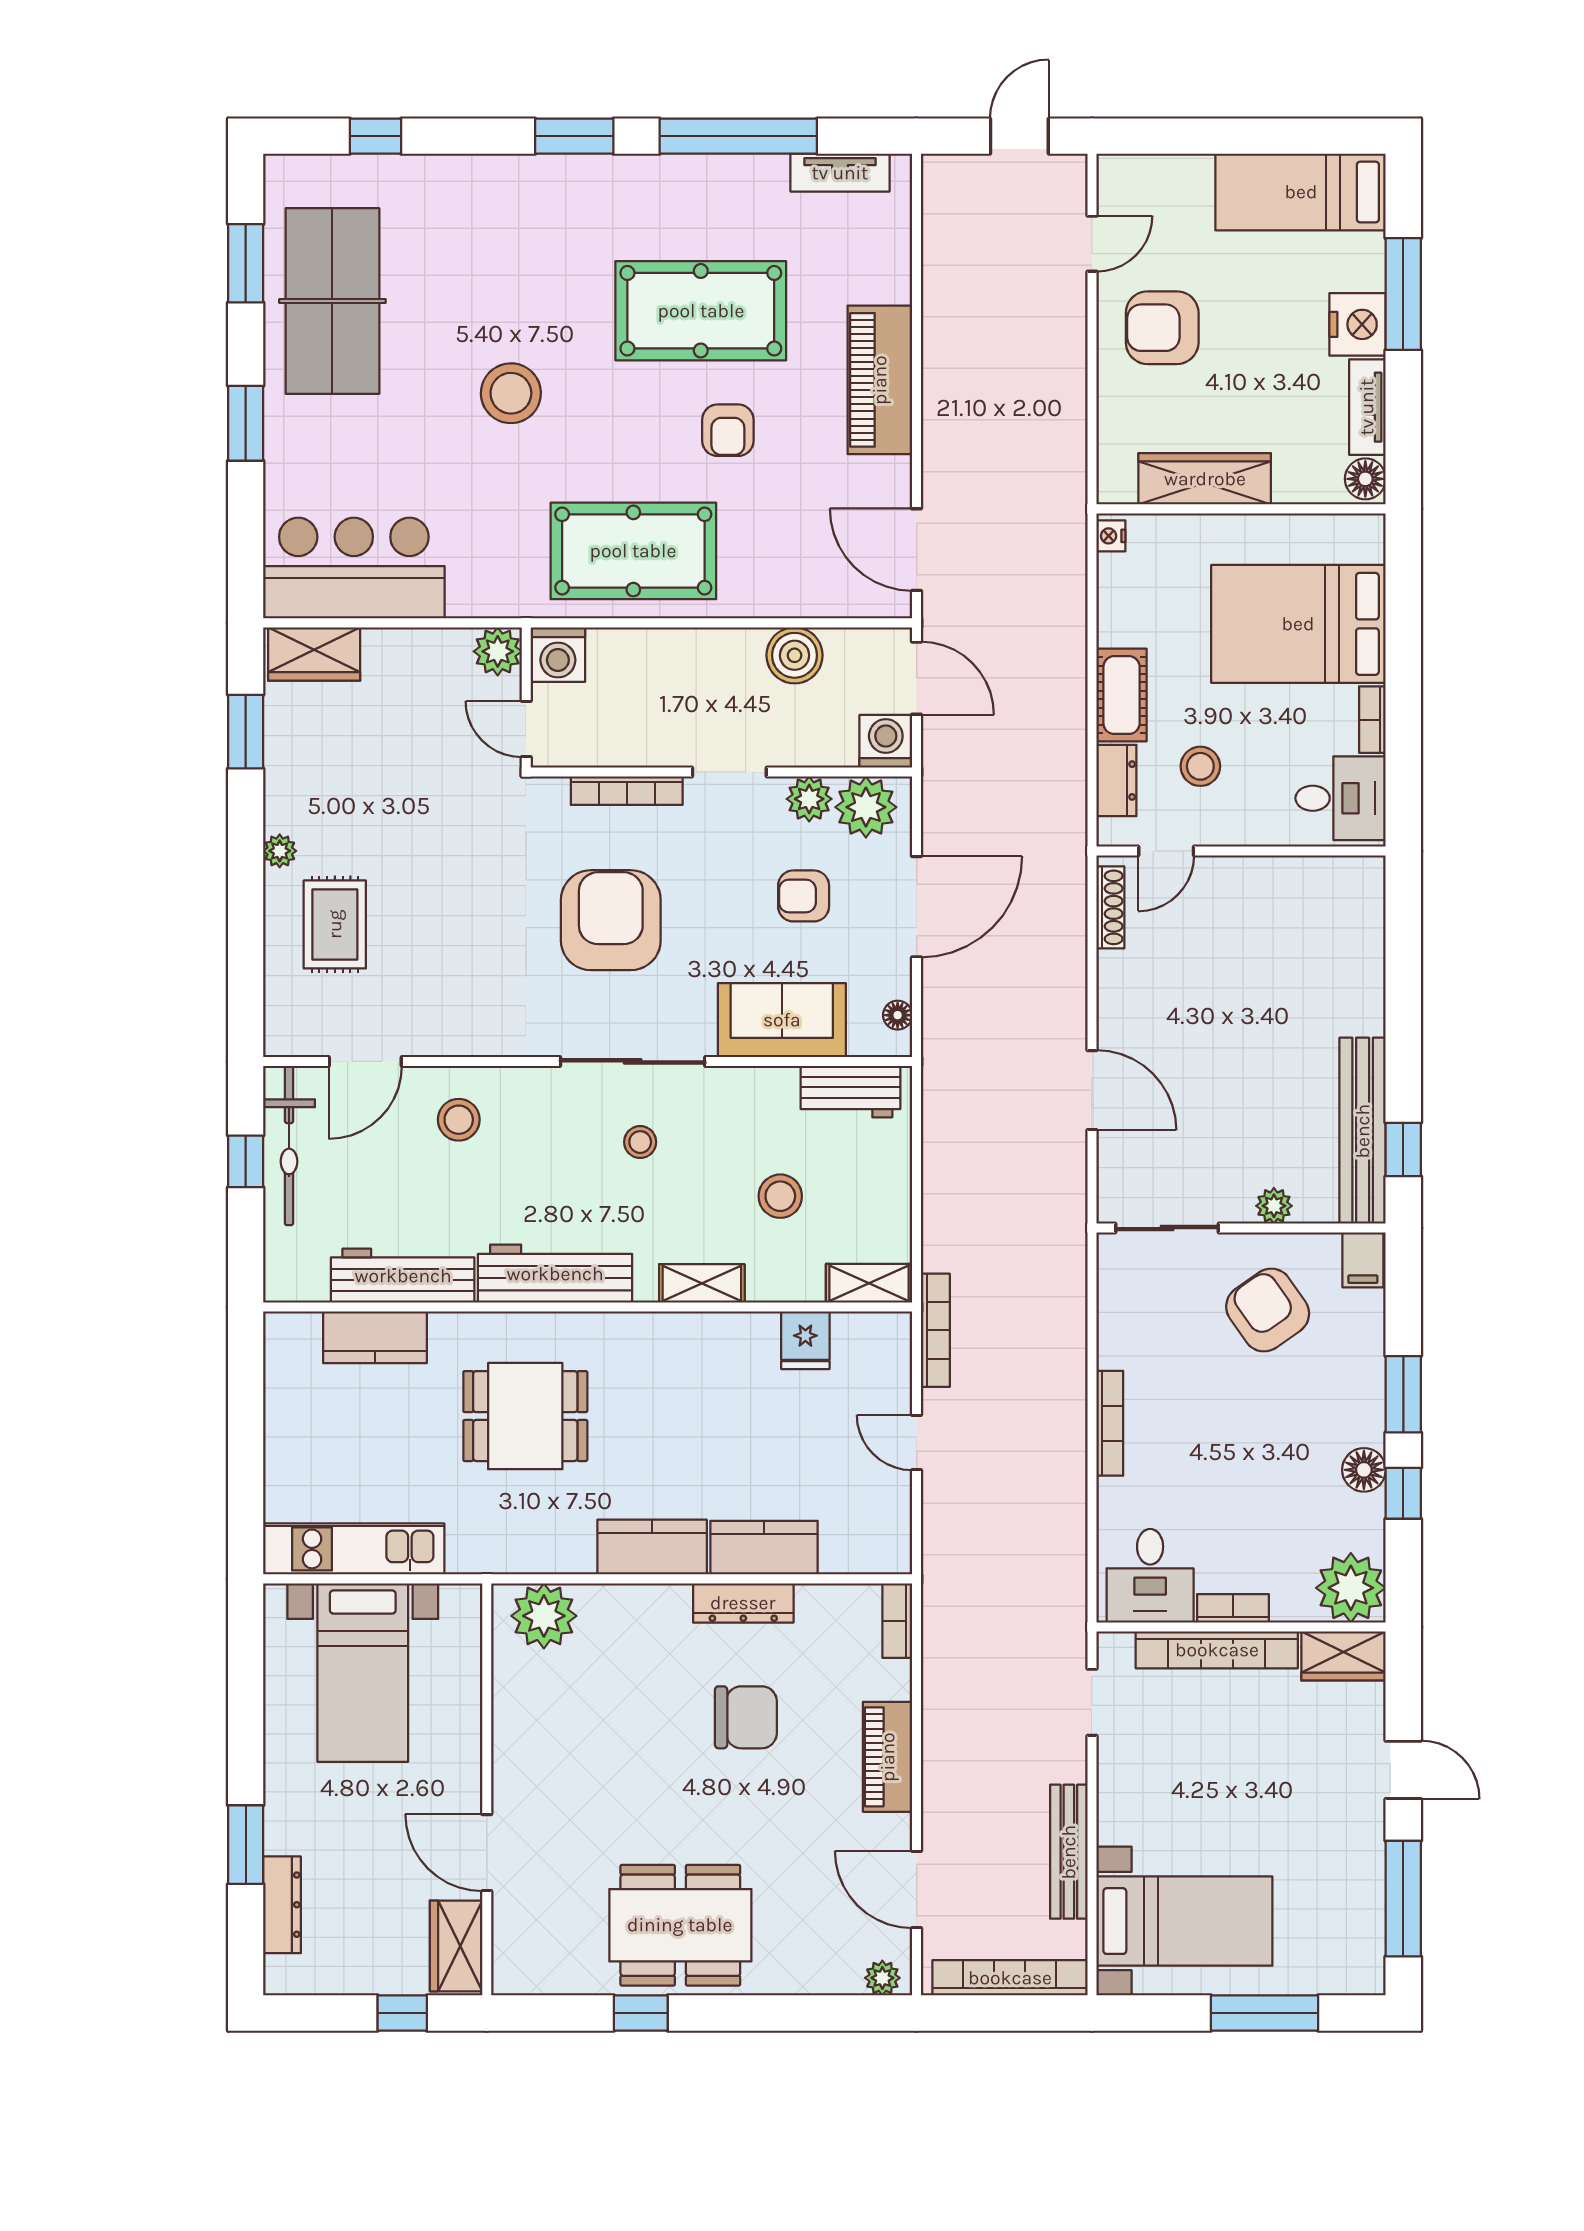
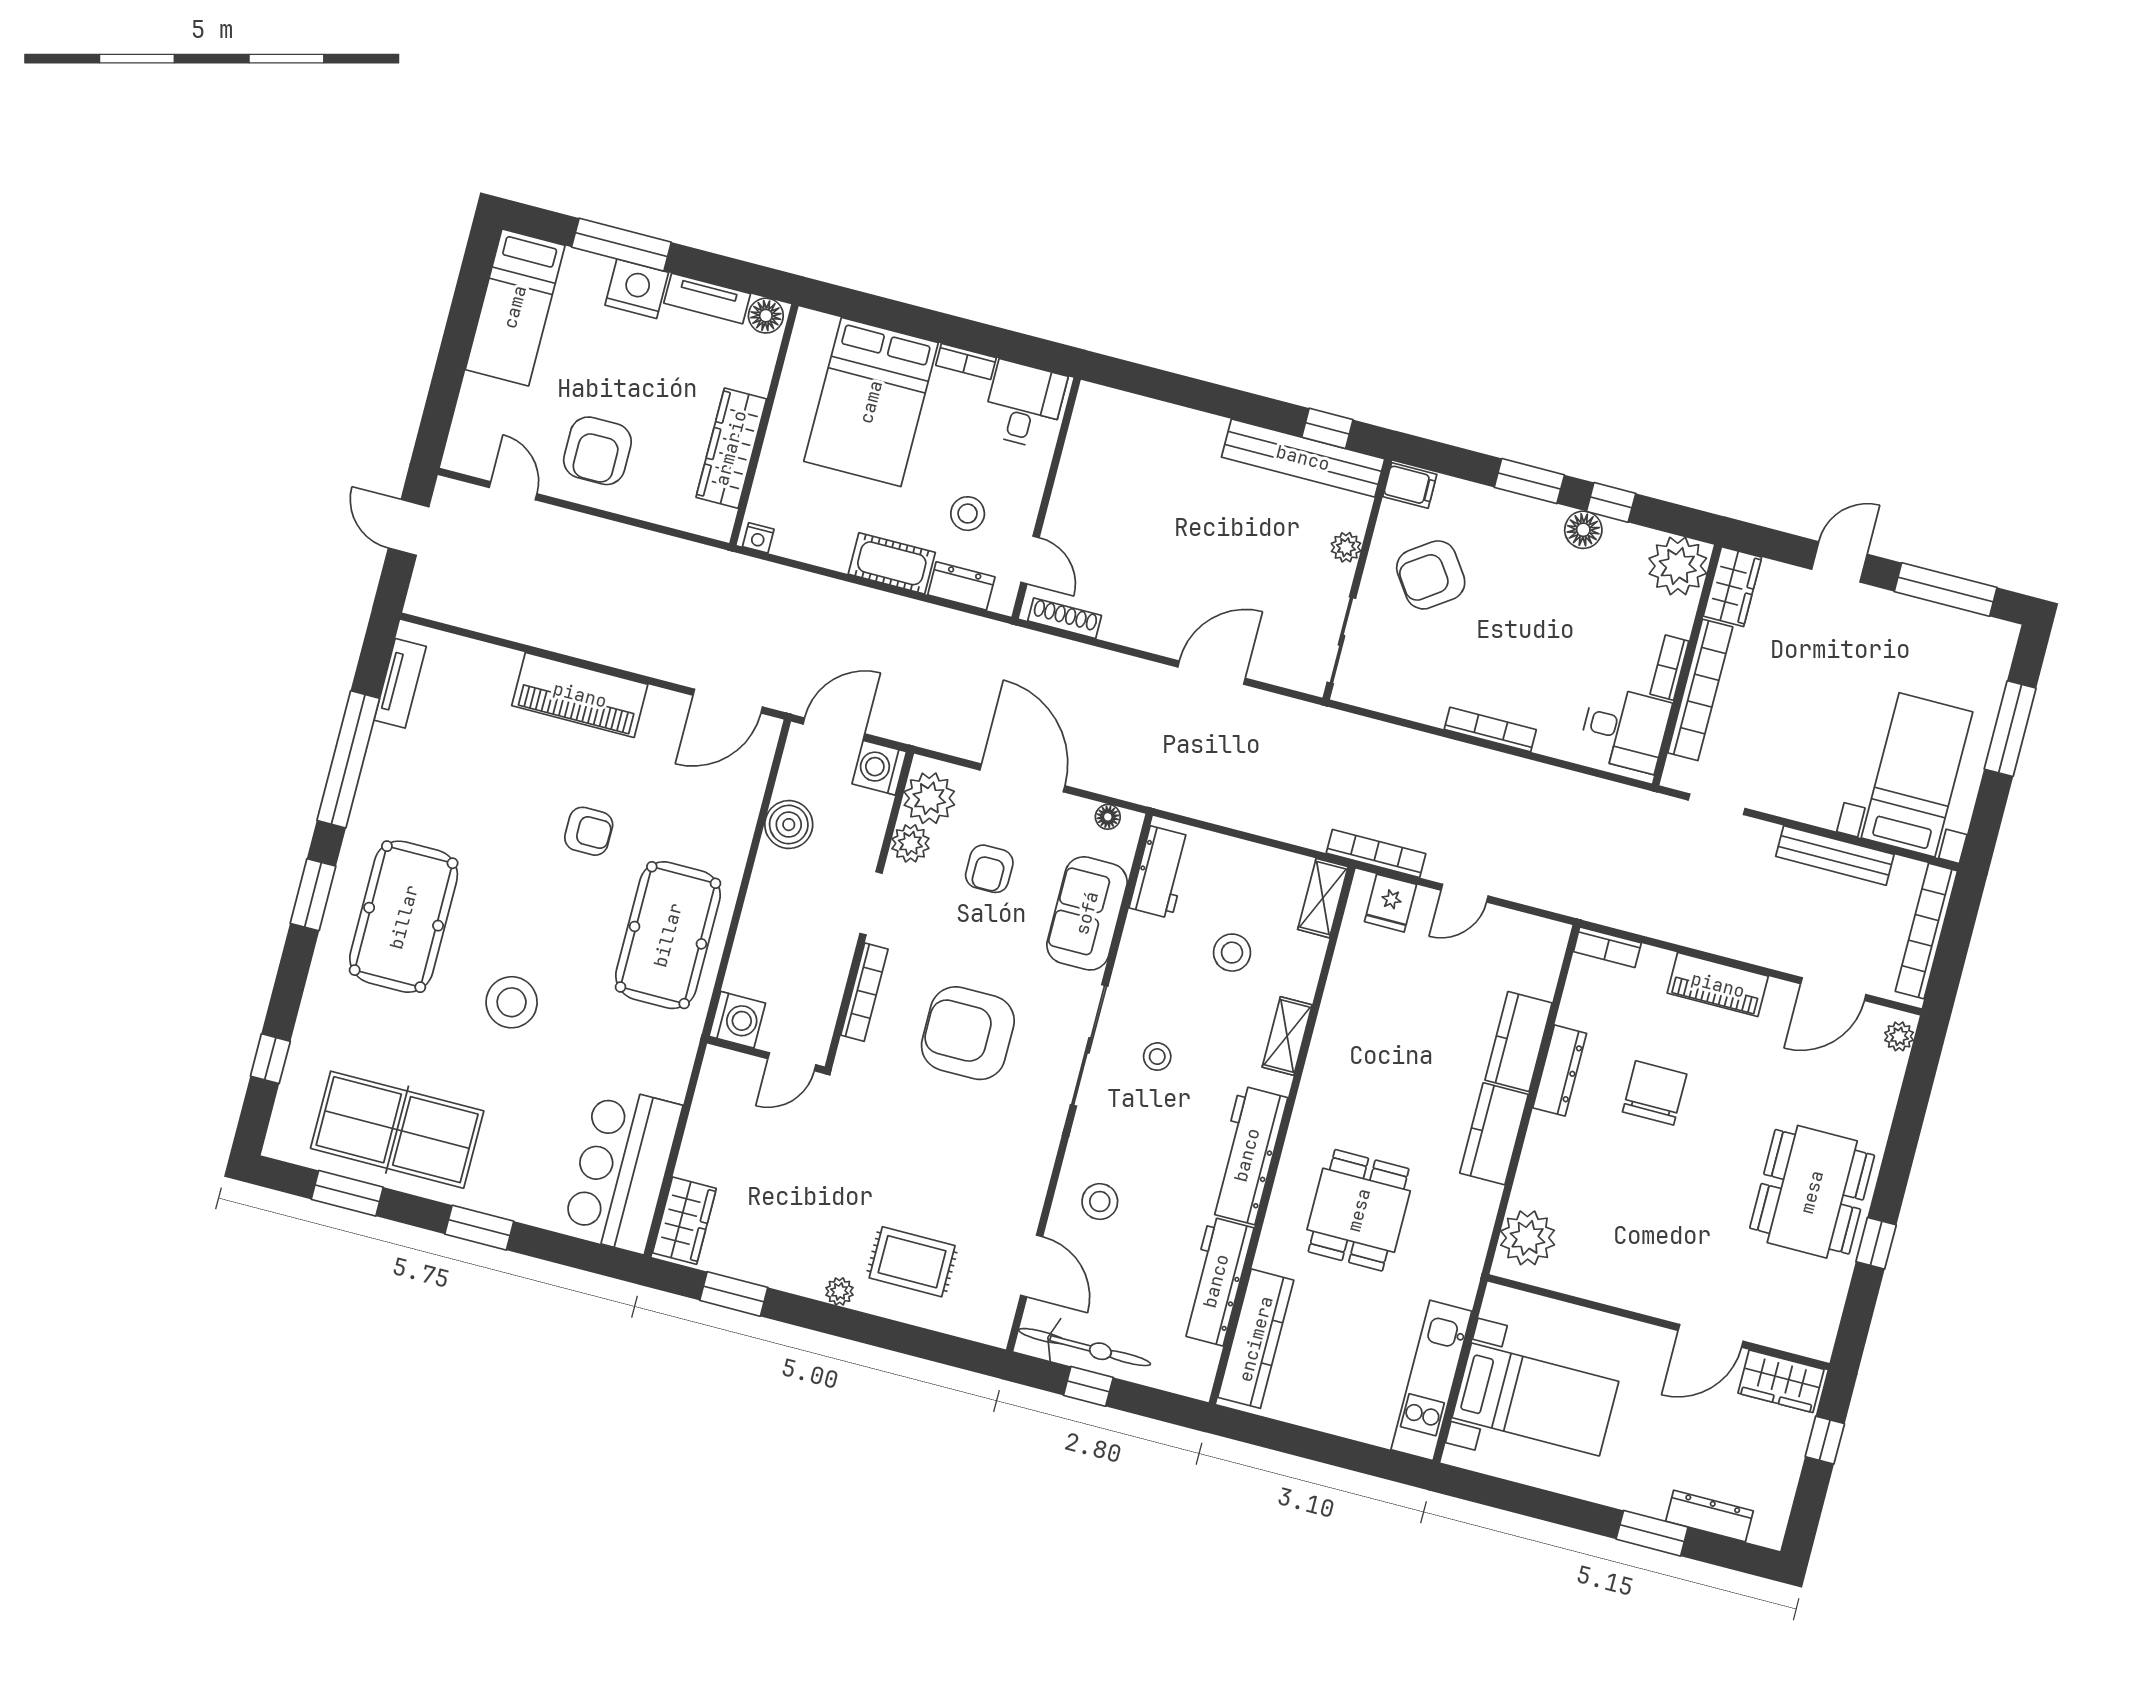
pool table: (701, 311) -> (404, 917), moved
plant: (498, 651) -> (722, 1069), removed
kitchen counter: (375, 1337) -> (1256, 1339), width x1.50
fridge: (805, 1340) -> (1390, 903), moved, turned 90

